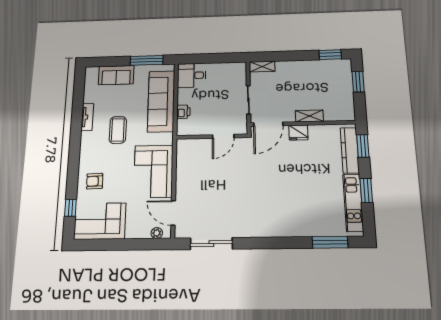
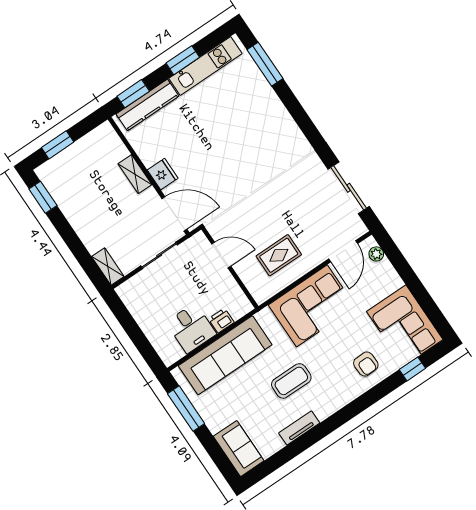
sofa: (116, 75) -> (239, 449), moved
desk: (192, 75) -> (191, 328), moved
rug: (199, 171) -> (279, 255), added

